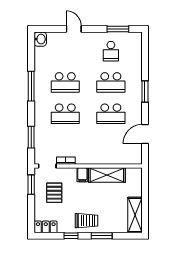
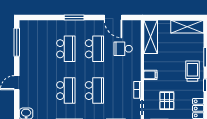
window: (118, 29) -> (17, 42), width x1.44
school desk: (111, 51) -> (123, 49), moved, turned 180
shelving: (107, 175) -> (151, 37), moved
pallet: (54, 193) -> (167, 101), turned 90

